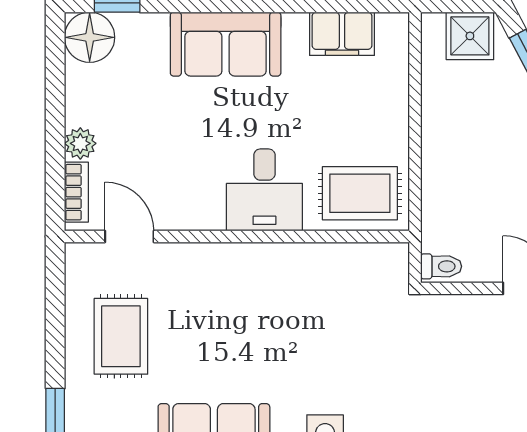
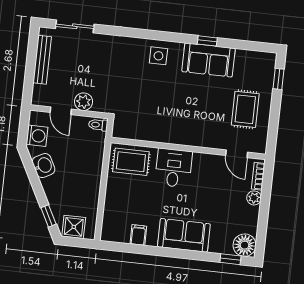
filing cabinet: (342, 34) -> (138, 235), width x0.50
plant: (479, 314) -> (84, 102), added

